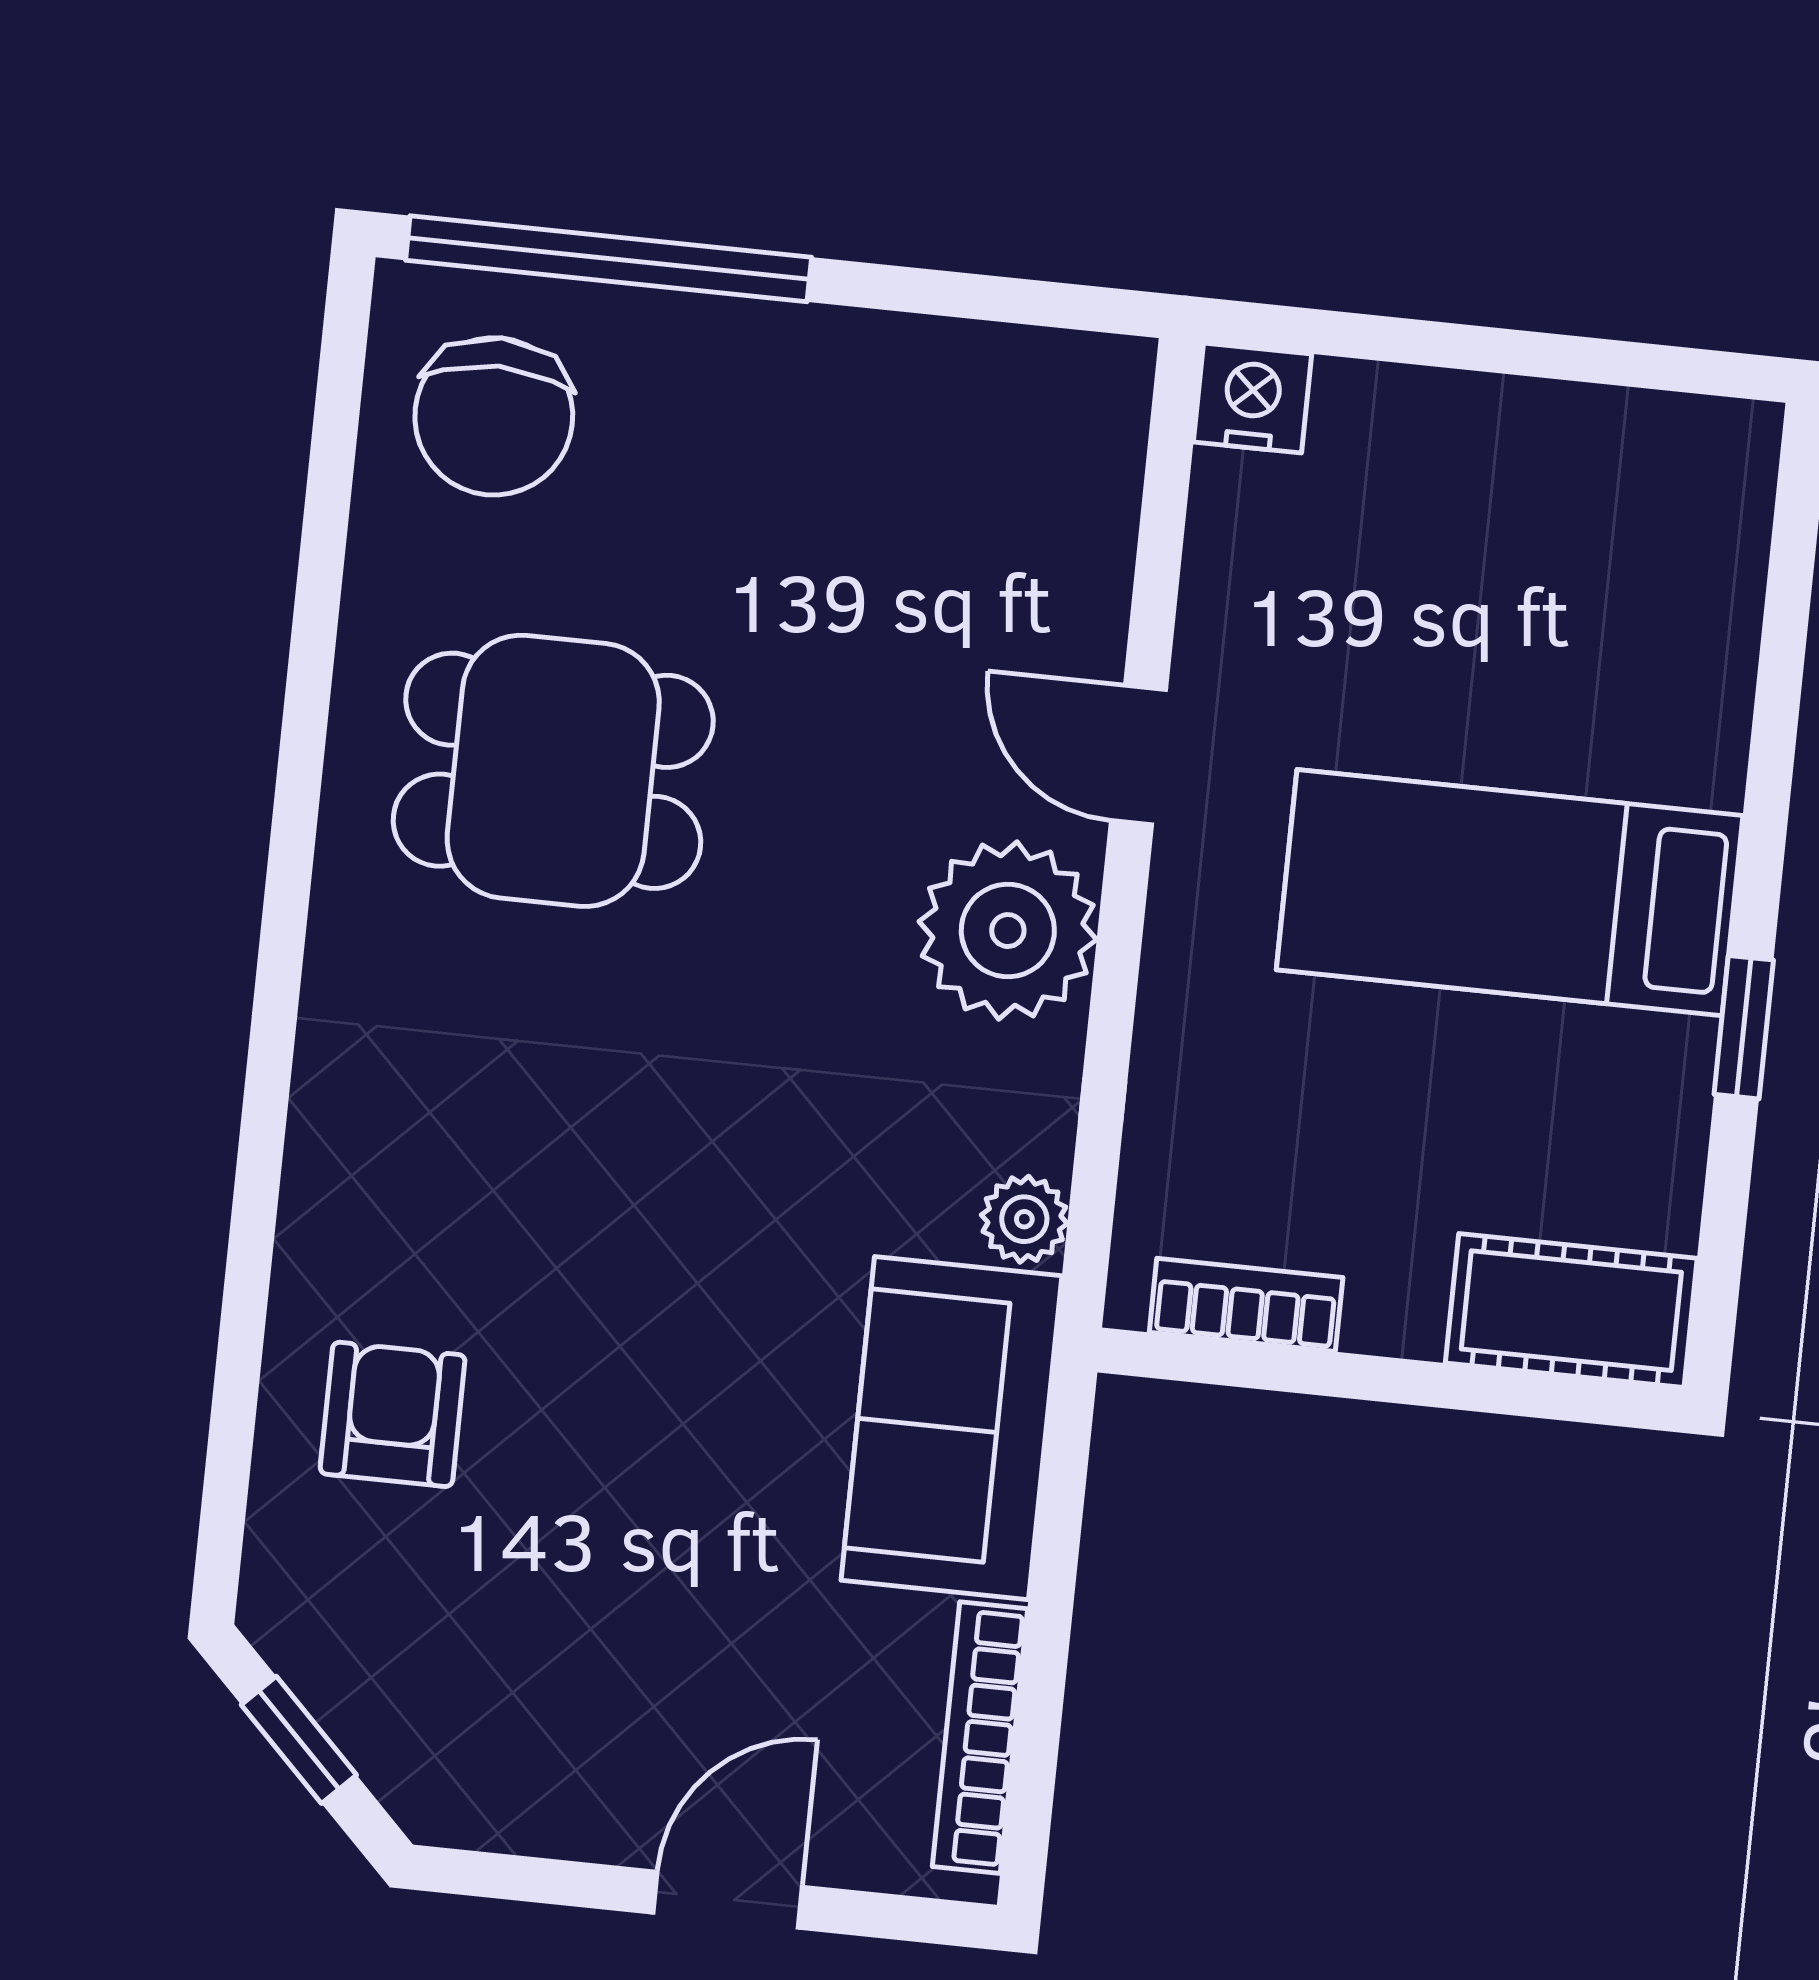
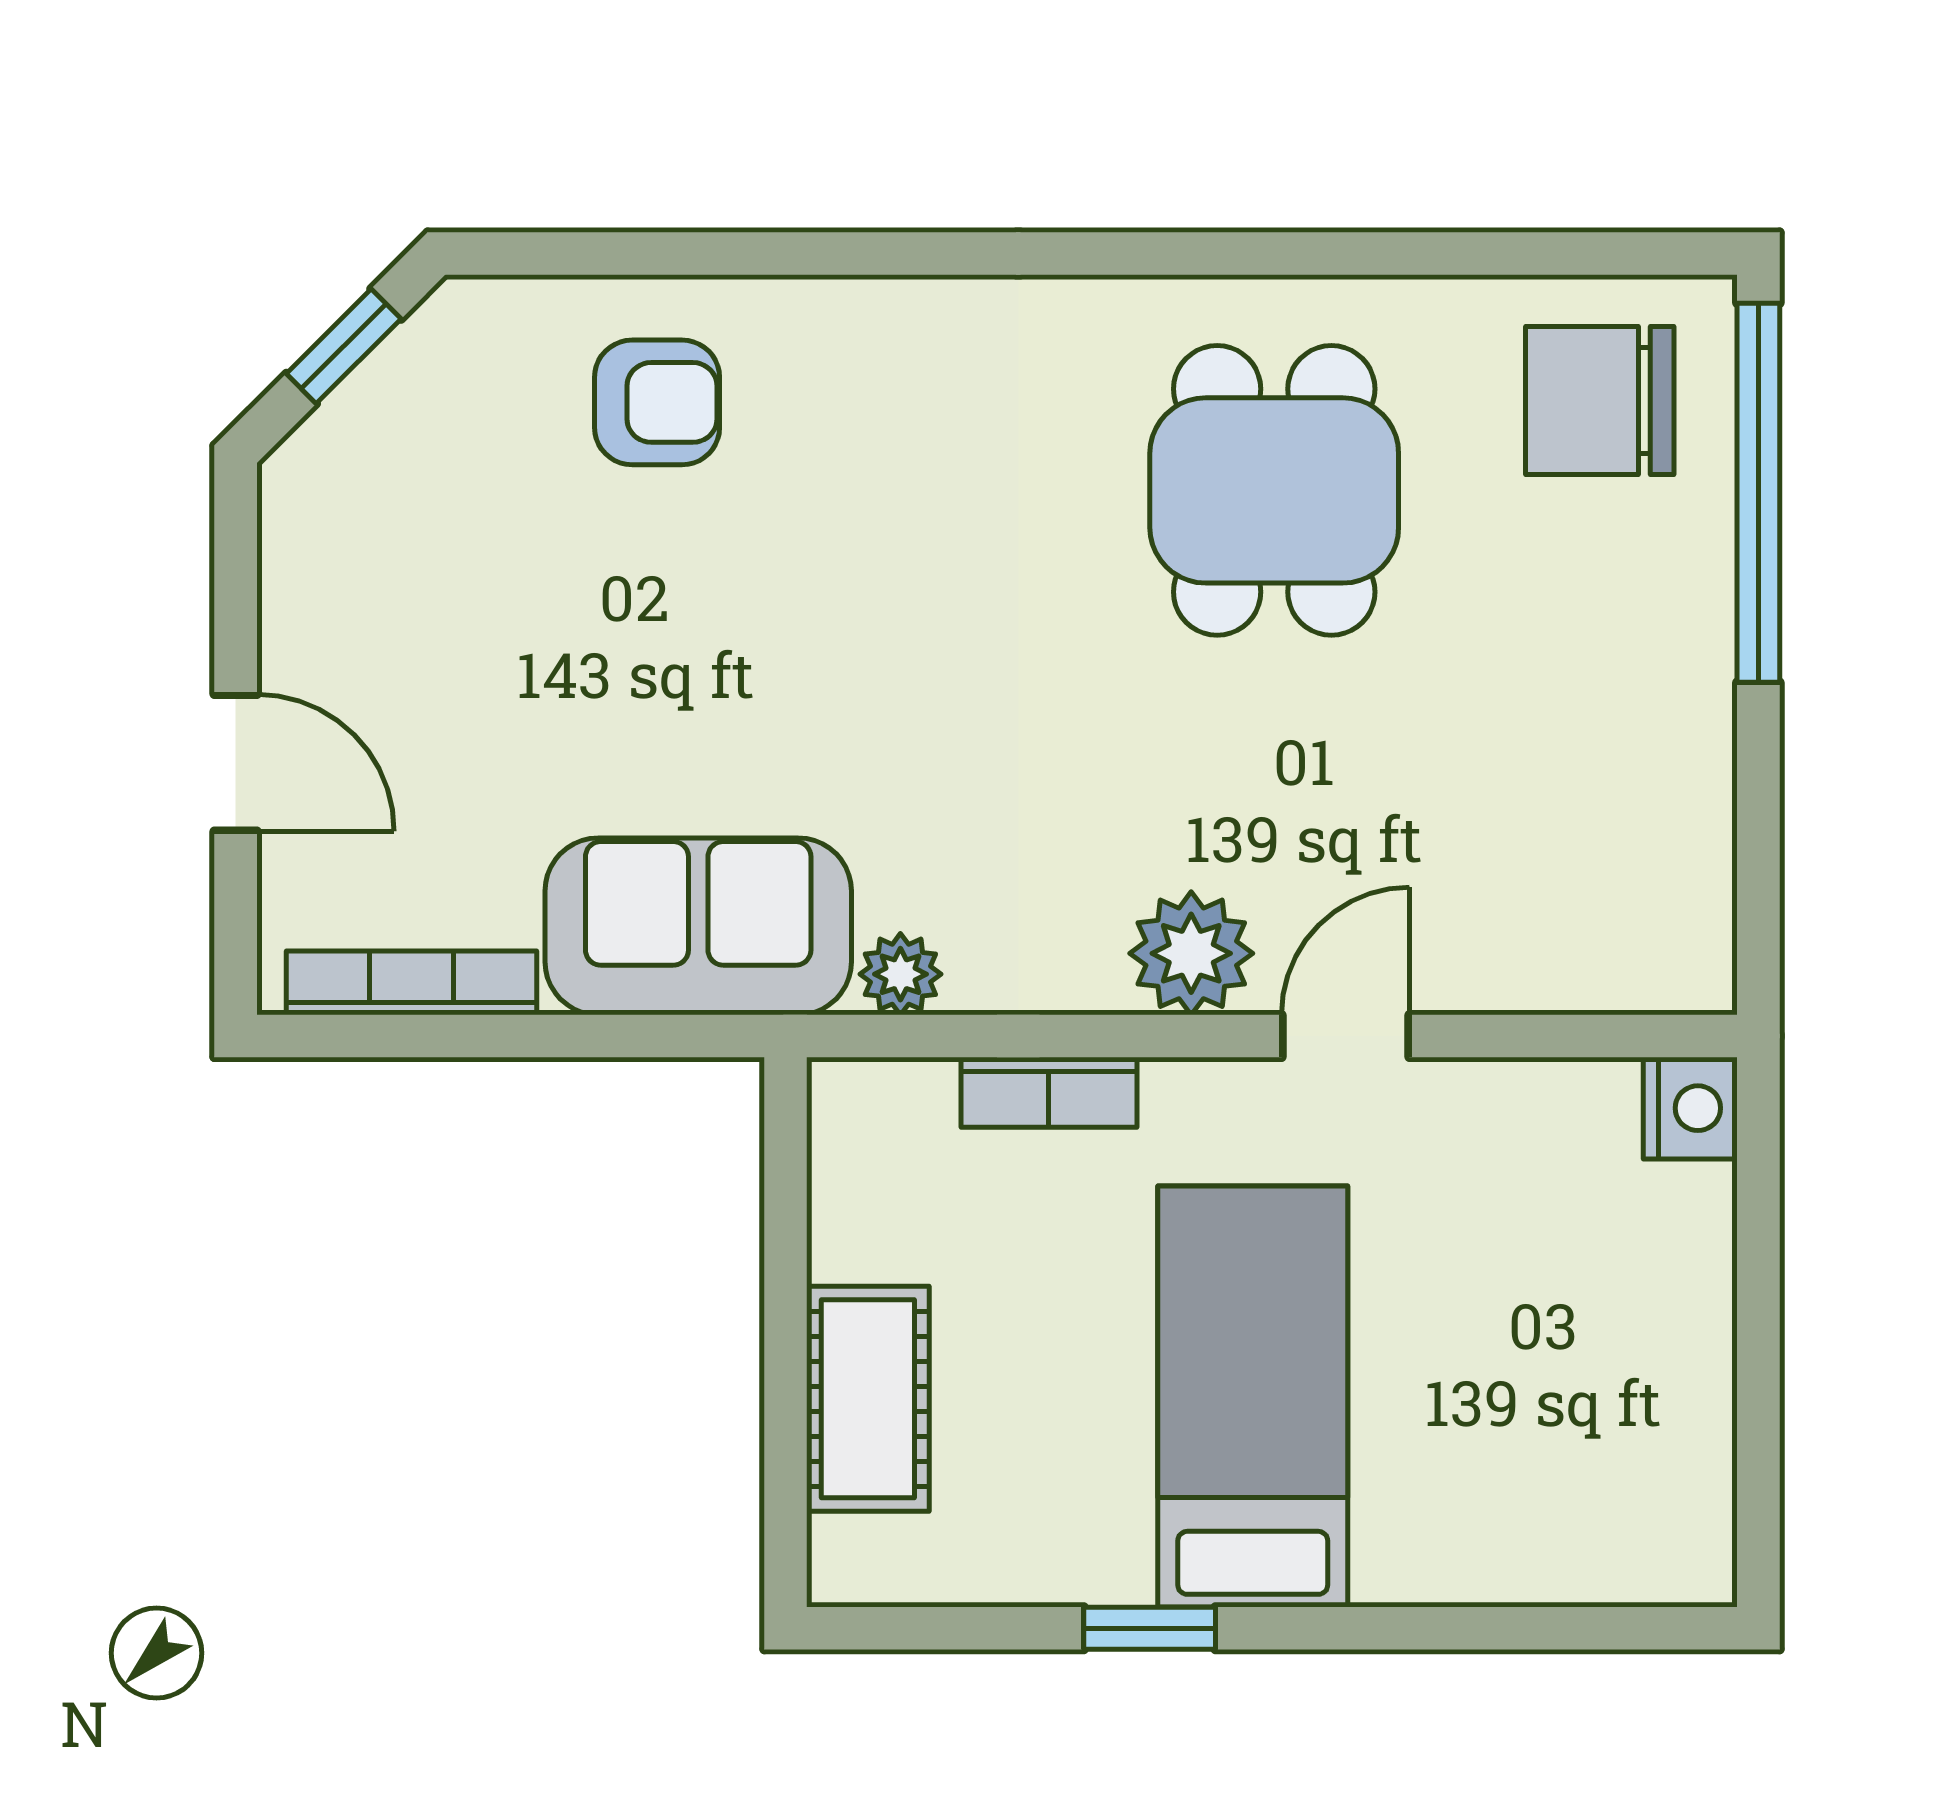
plant: (1008, 931) -> (1191, 953), width x0.73, depth x0.73
bookcase: (1246, 1305) -> (1049, 1092), moved, turned 90
cot: (1571, 1311) -> (868, 1399), moved

